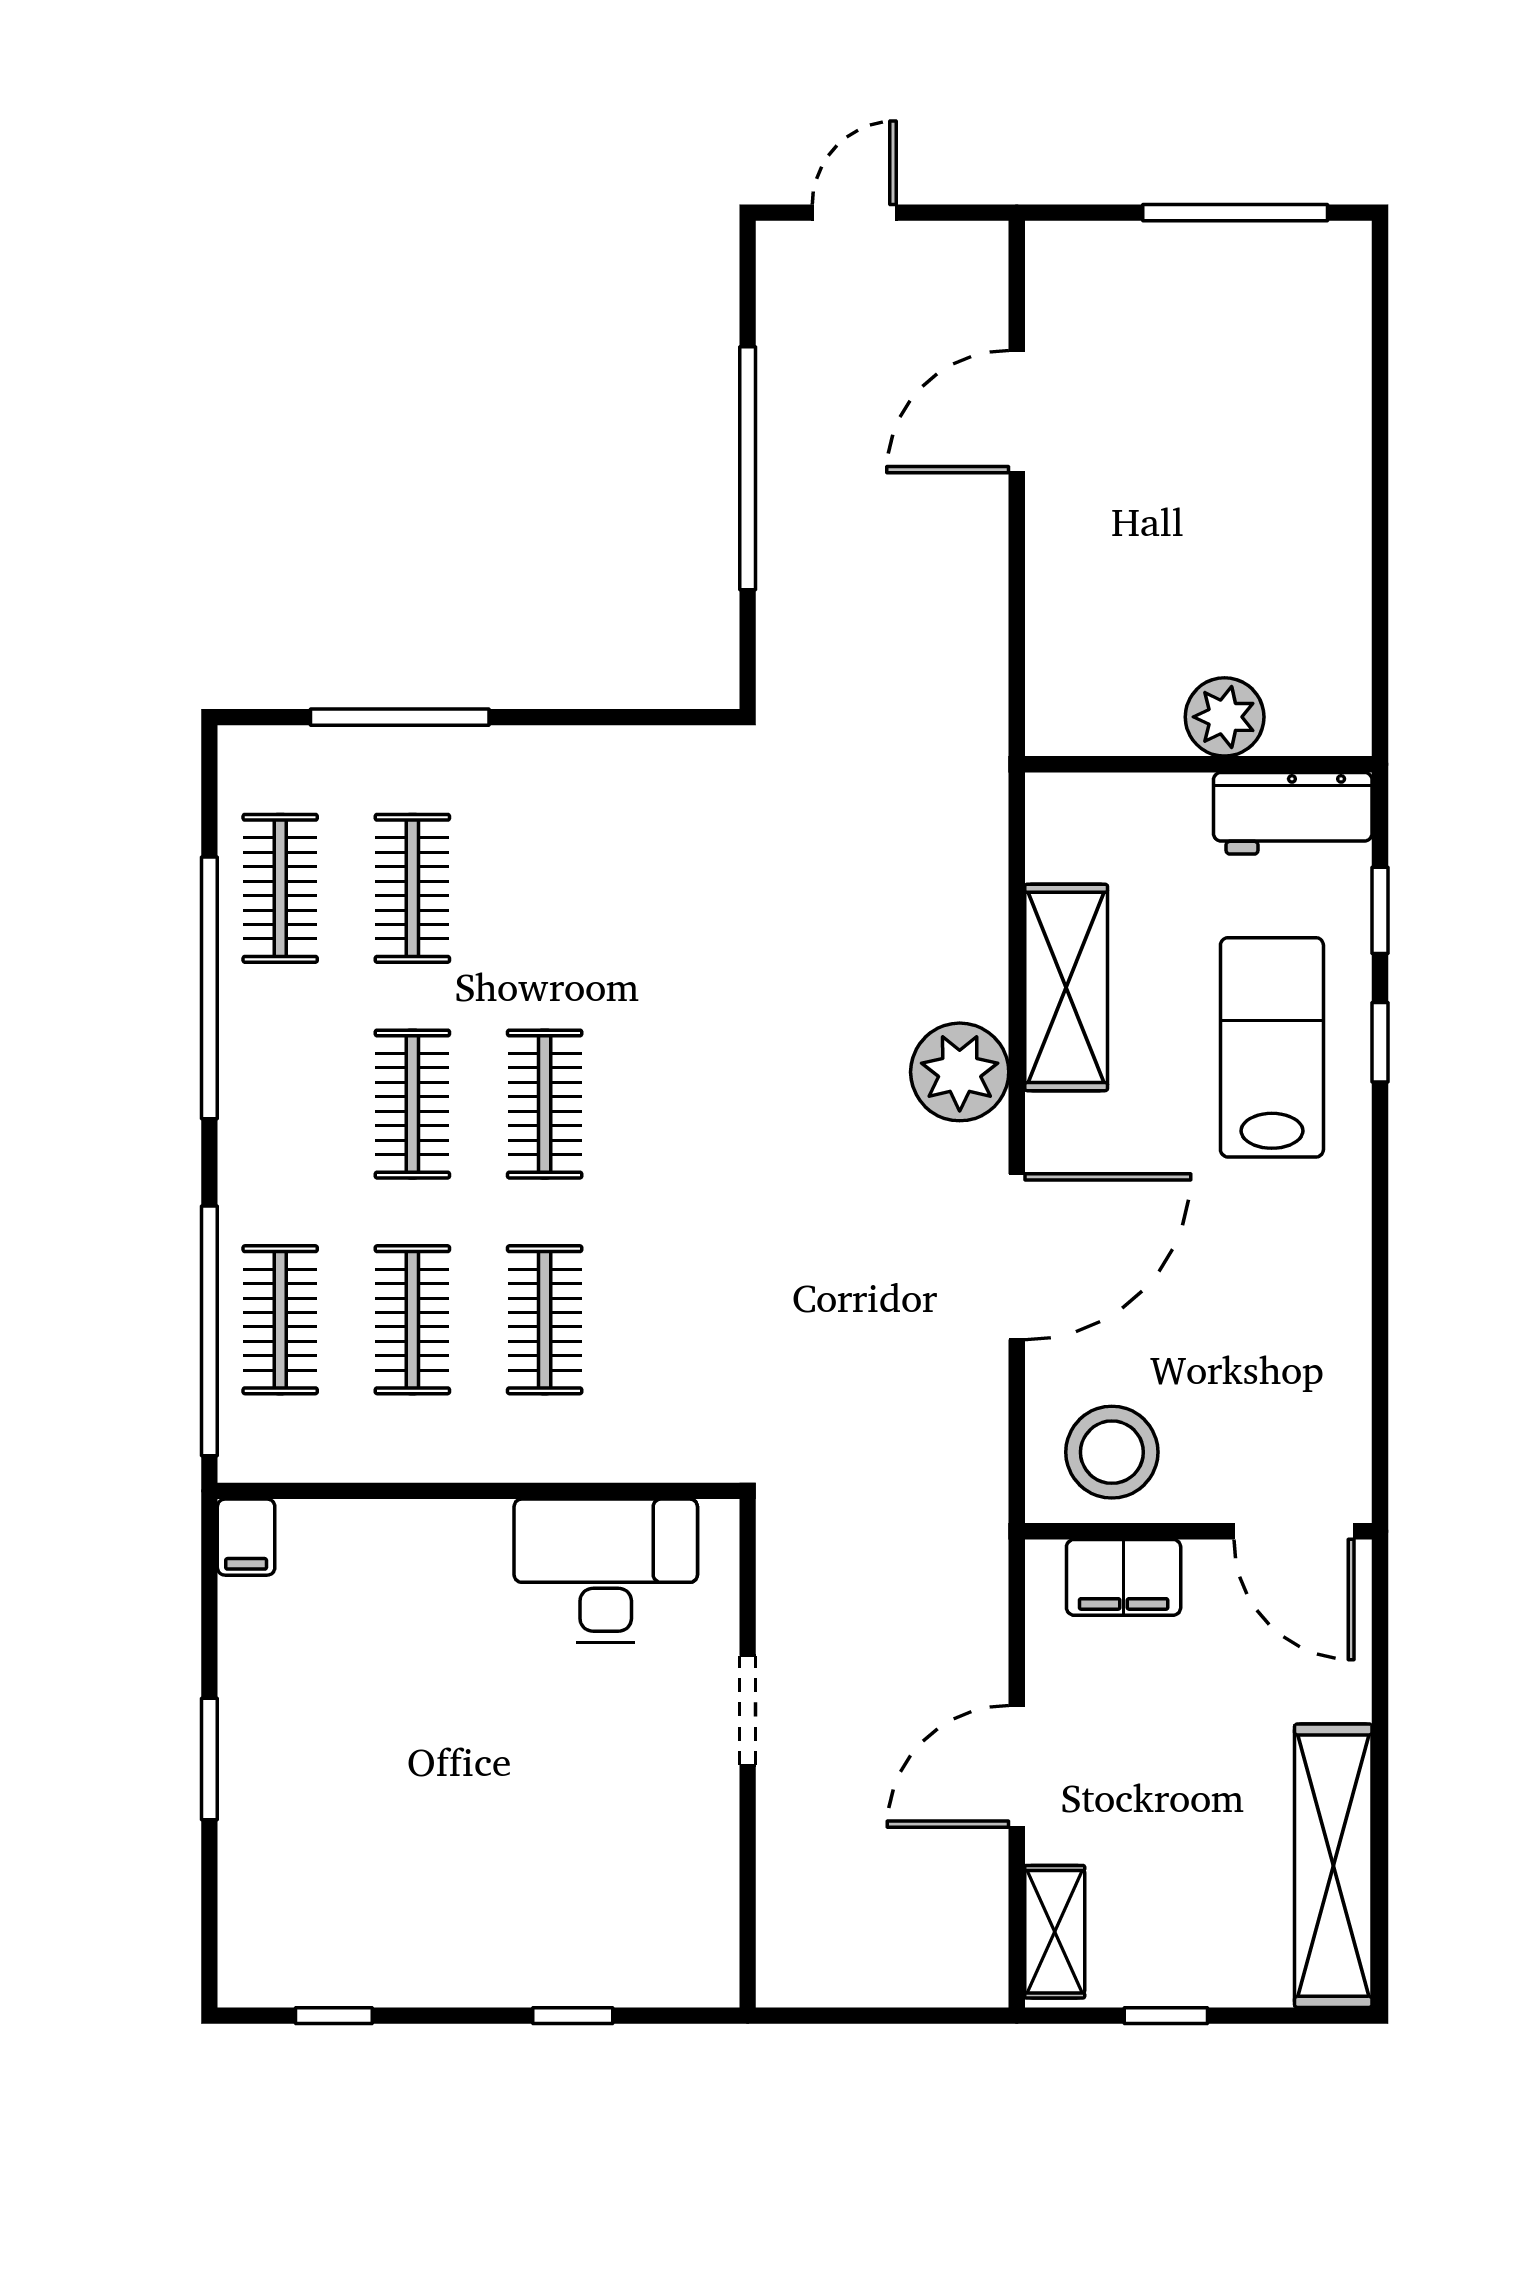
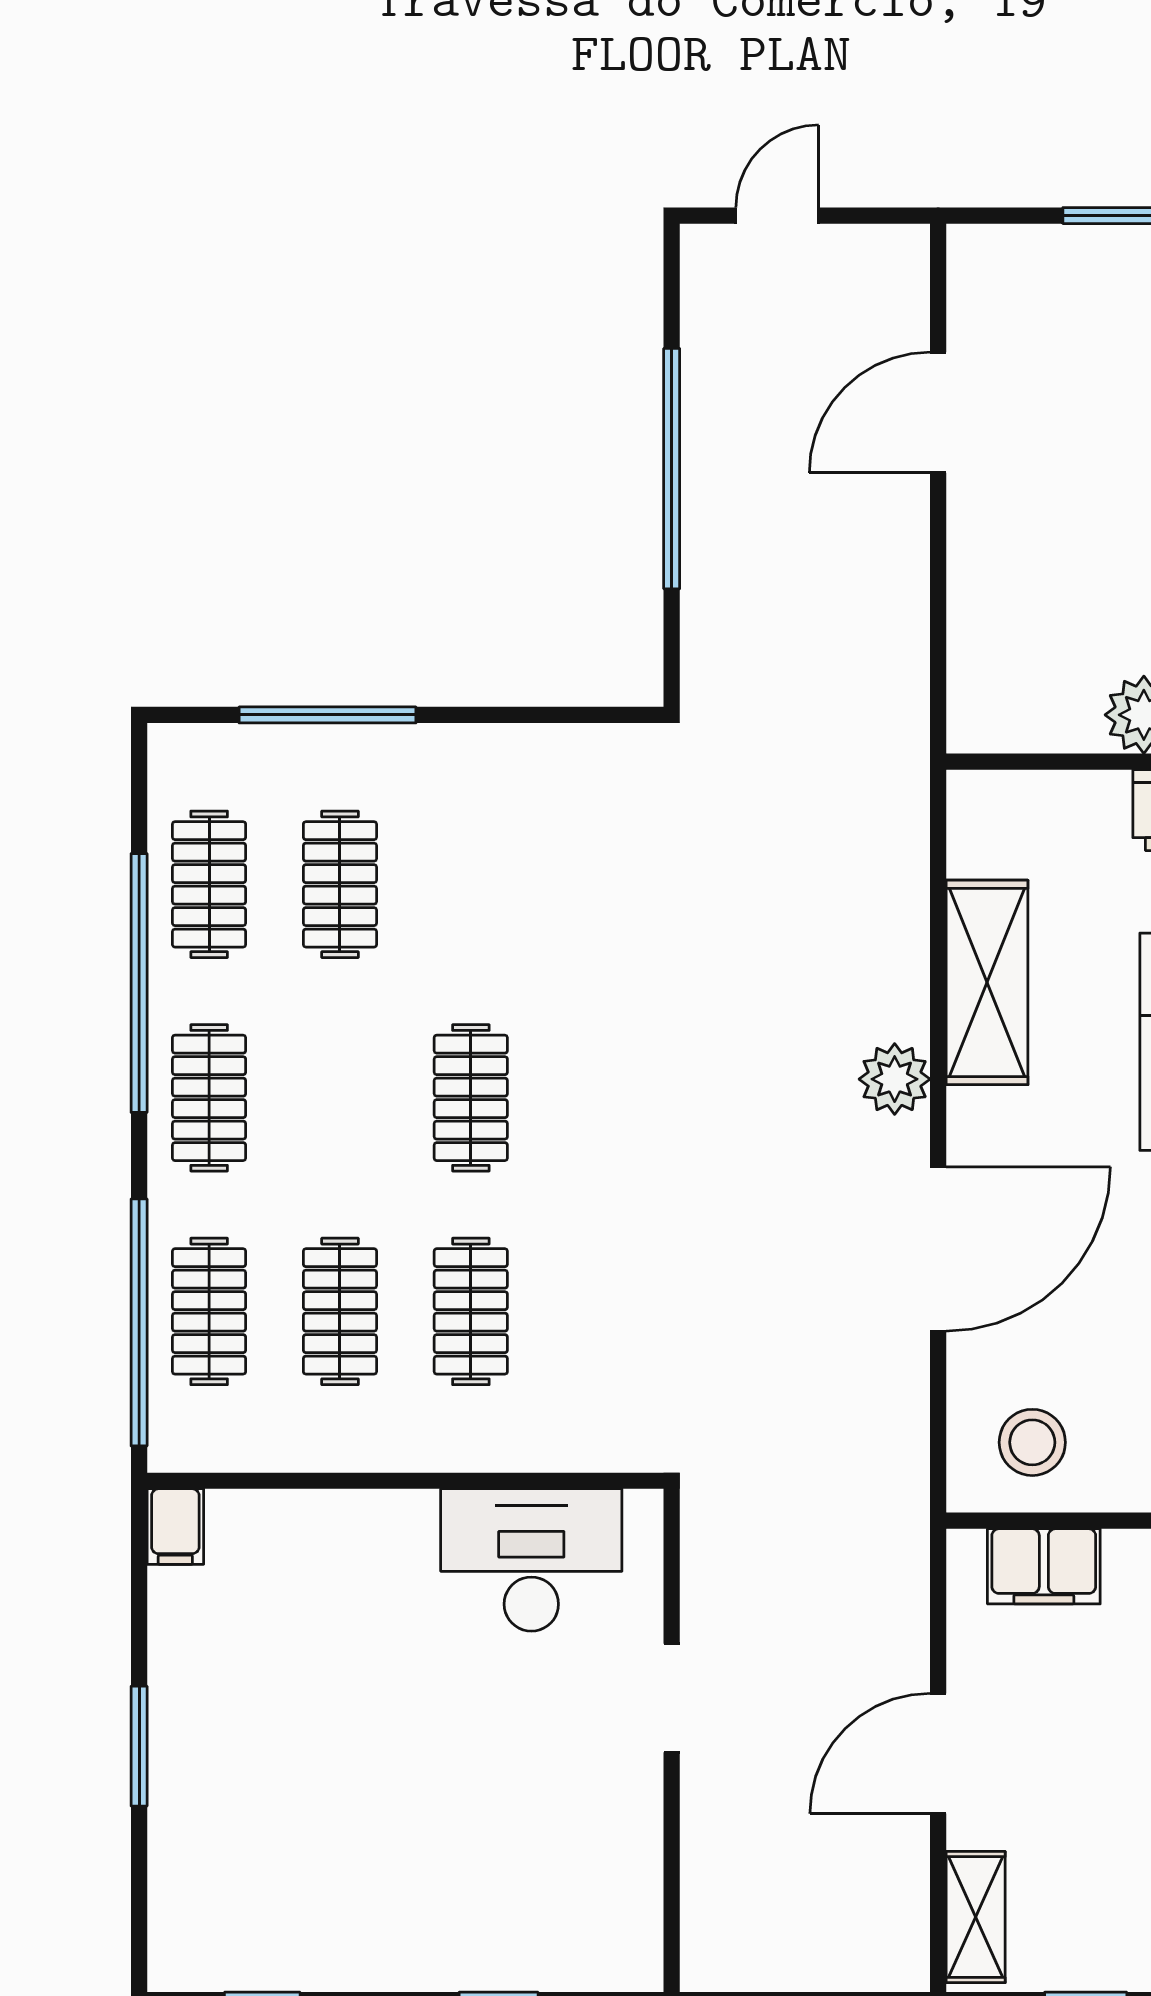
plant: (960, 1072) -> (895, 1079), width x0.73, depth x0.73
clothes rail: (412, 1104) -> (209, 1098), moved
stool: (1112, 1452) -> (1032, 1442), width x0.73, depth x0.73

